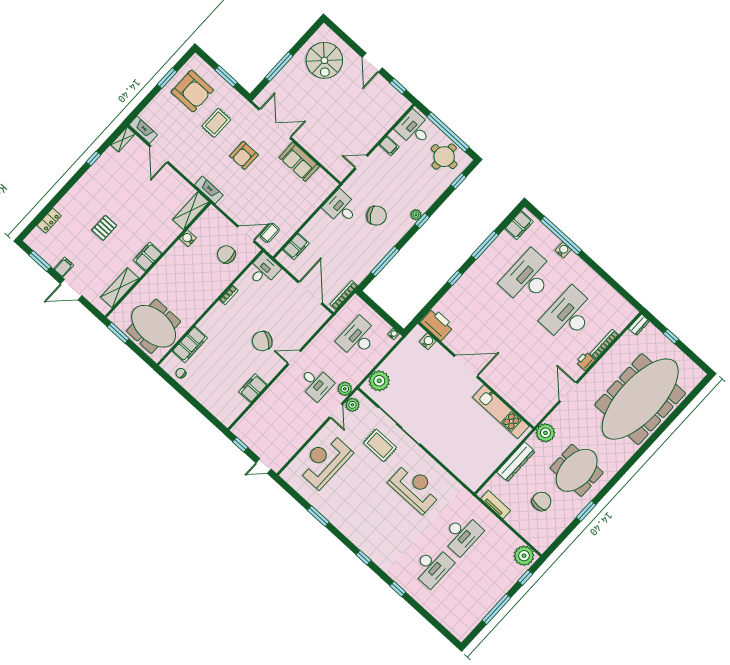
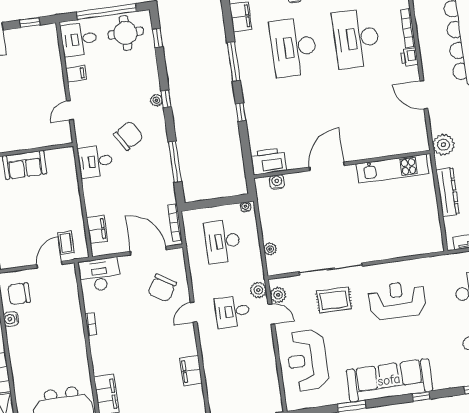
chair: (226, 254) -> (19, 294), moved
desk: (263, 270) -> (99, 275), width x1.37
chair: (262, 341) -> (162, 288), moved
plant: (379, 381) -> (270, 249), width x0.53, depth x0.53
desk: (316, 383) -> (232, 312), turned 180
sofa: (357, 527) -> (389, 380), added

